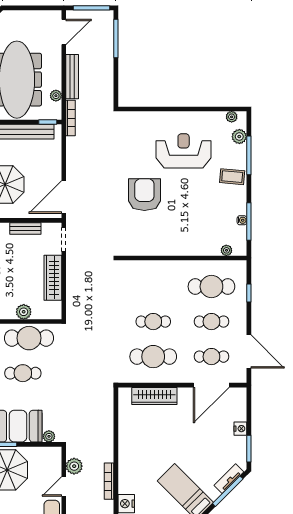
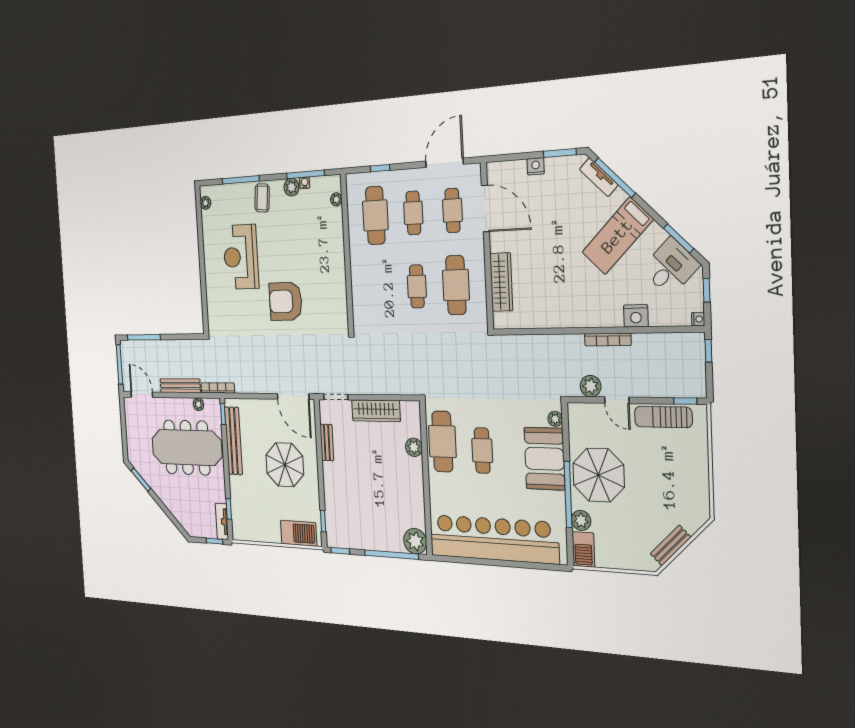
plant: (239, 137) -> (292, 187), moved

